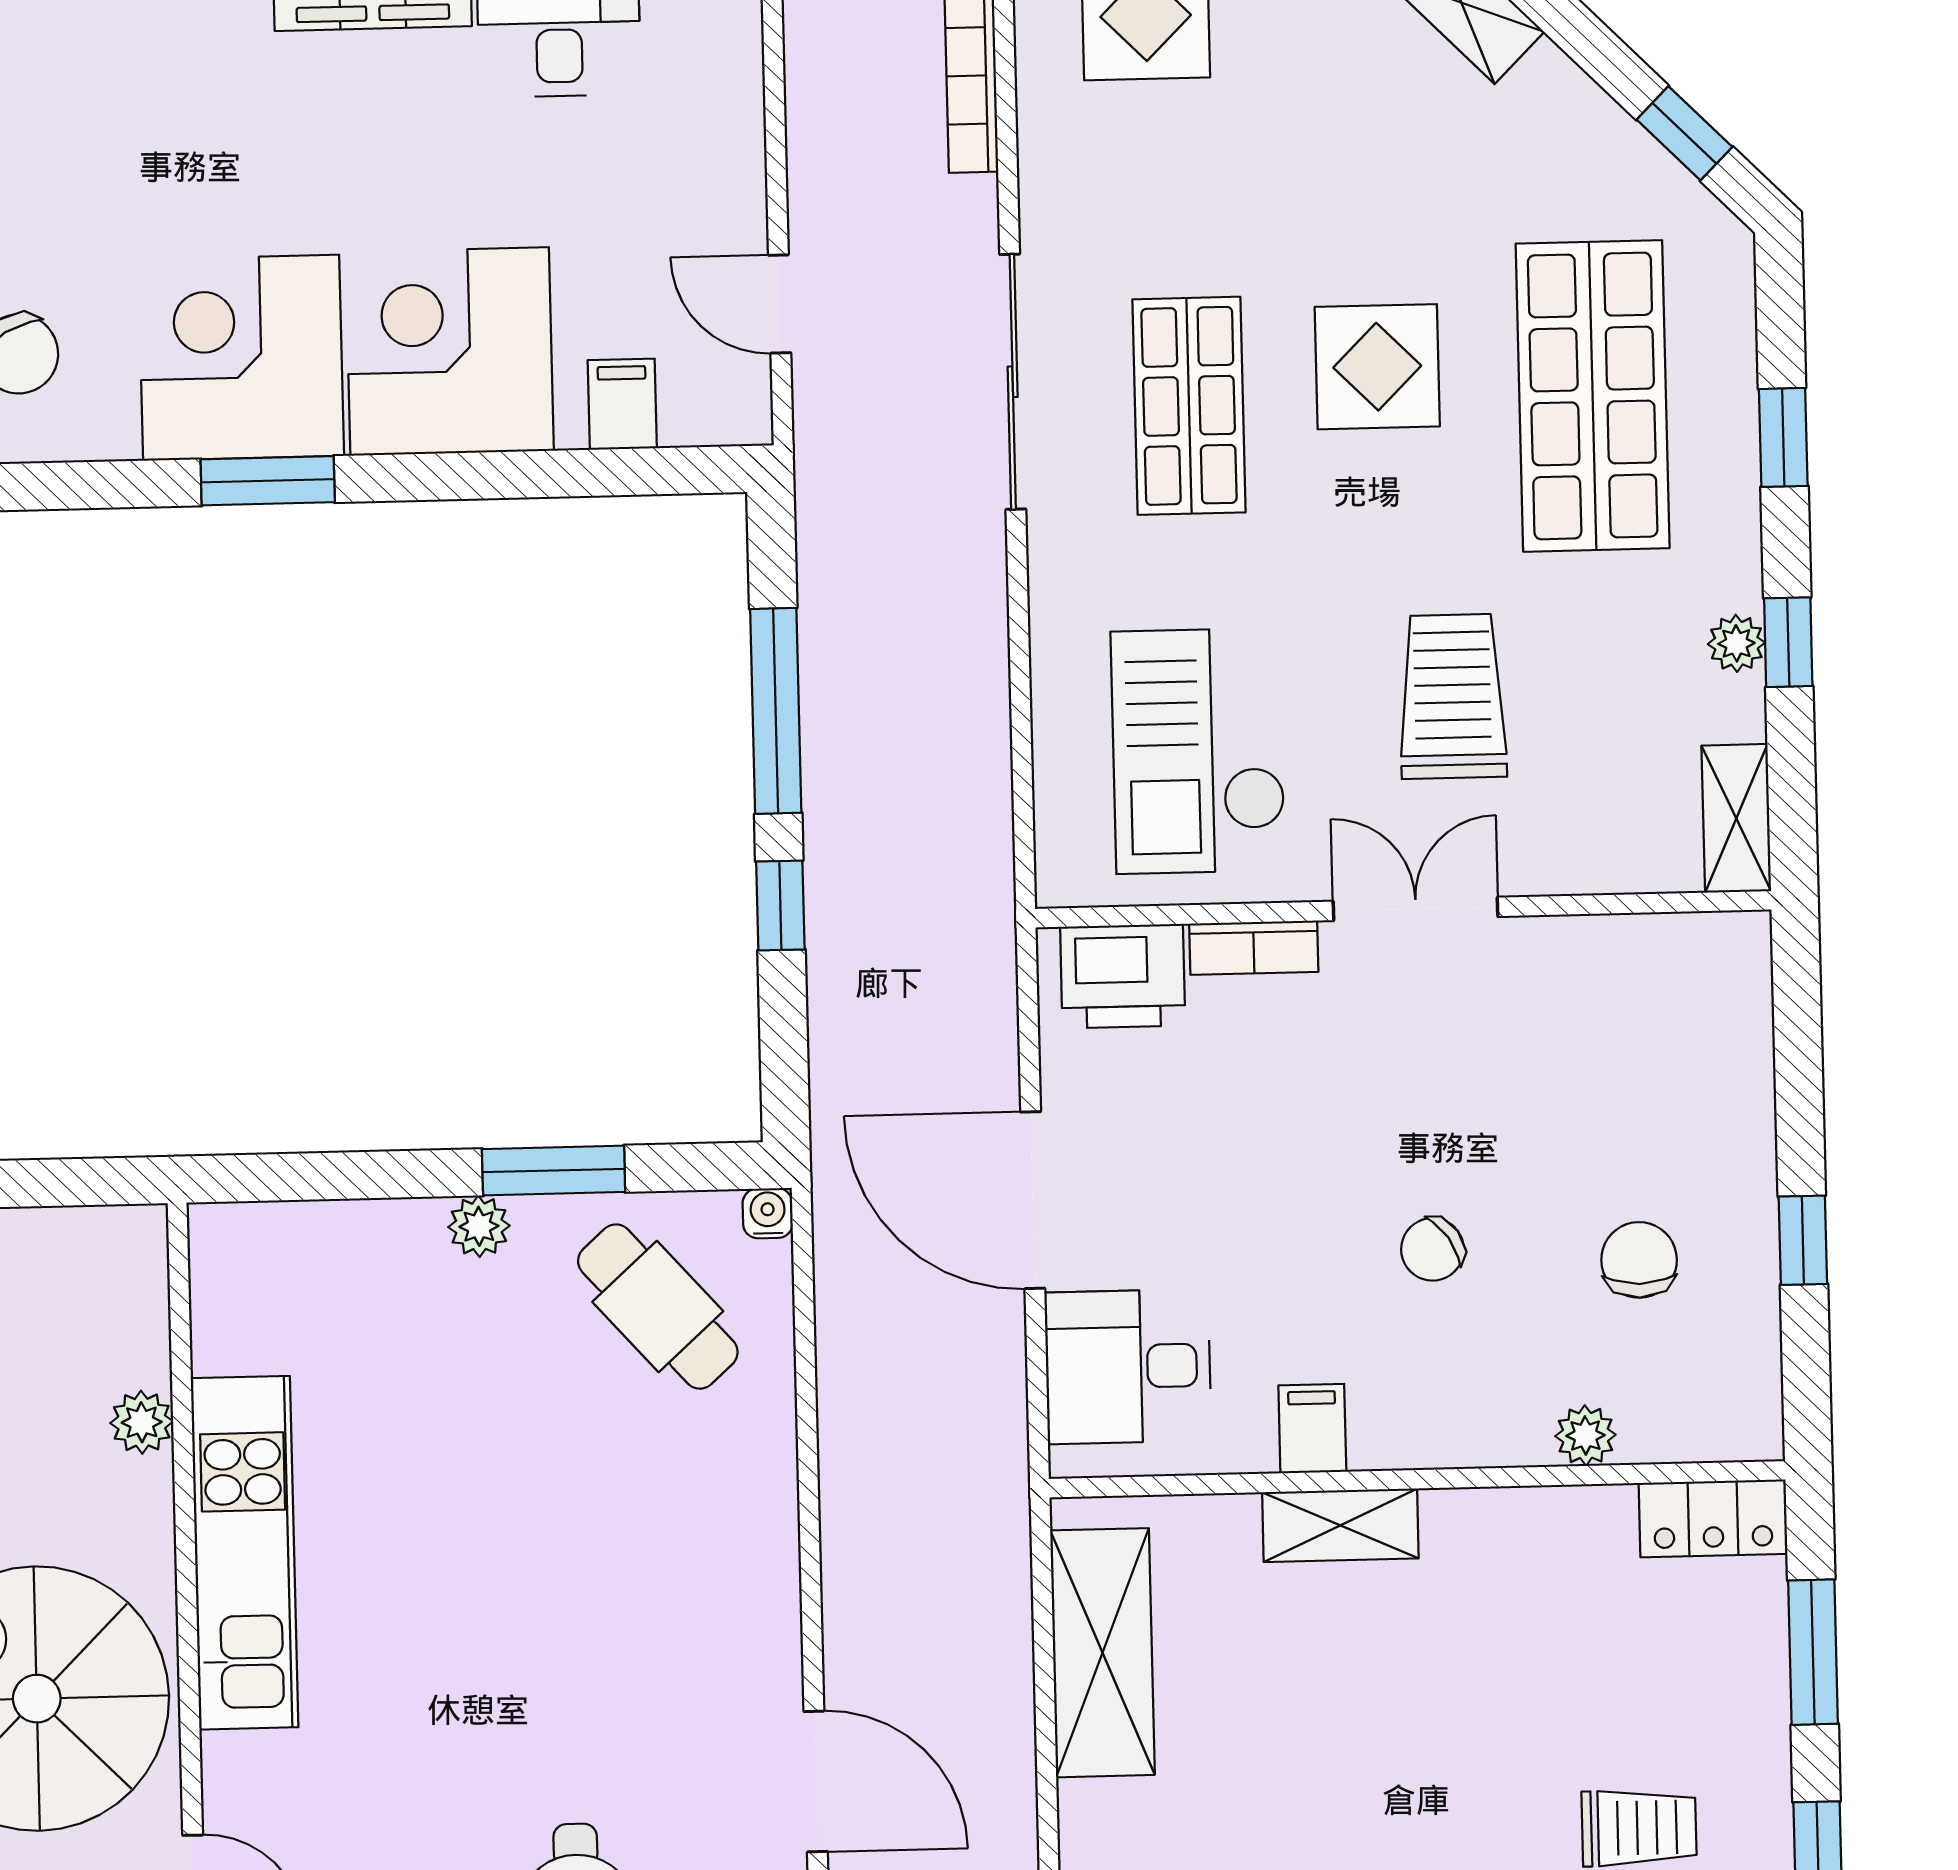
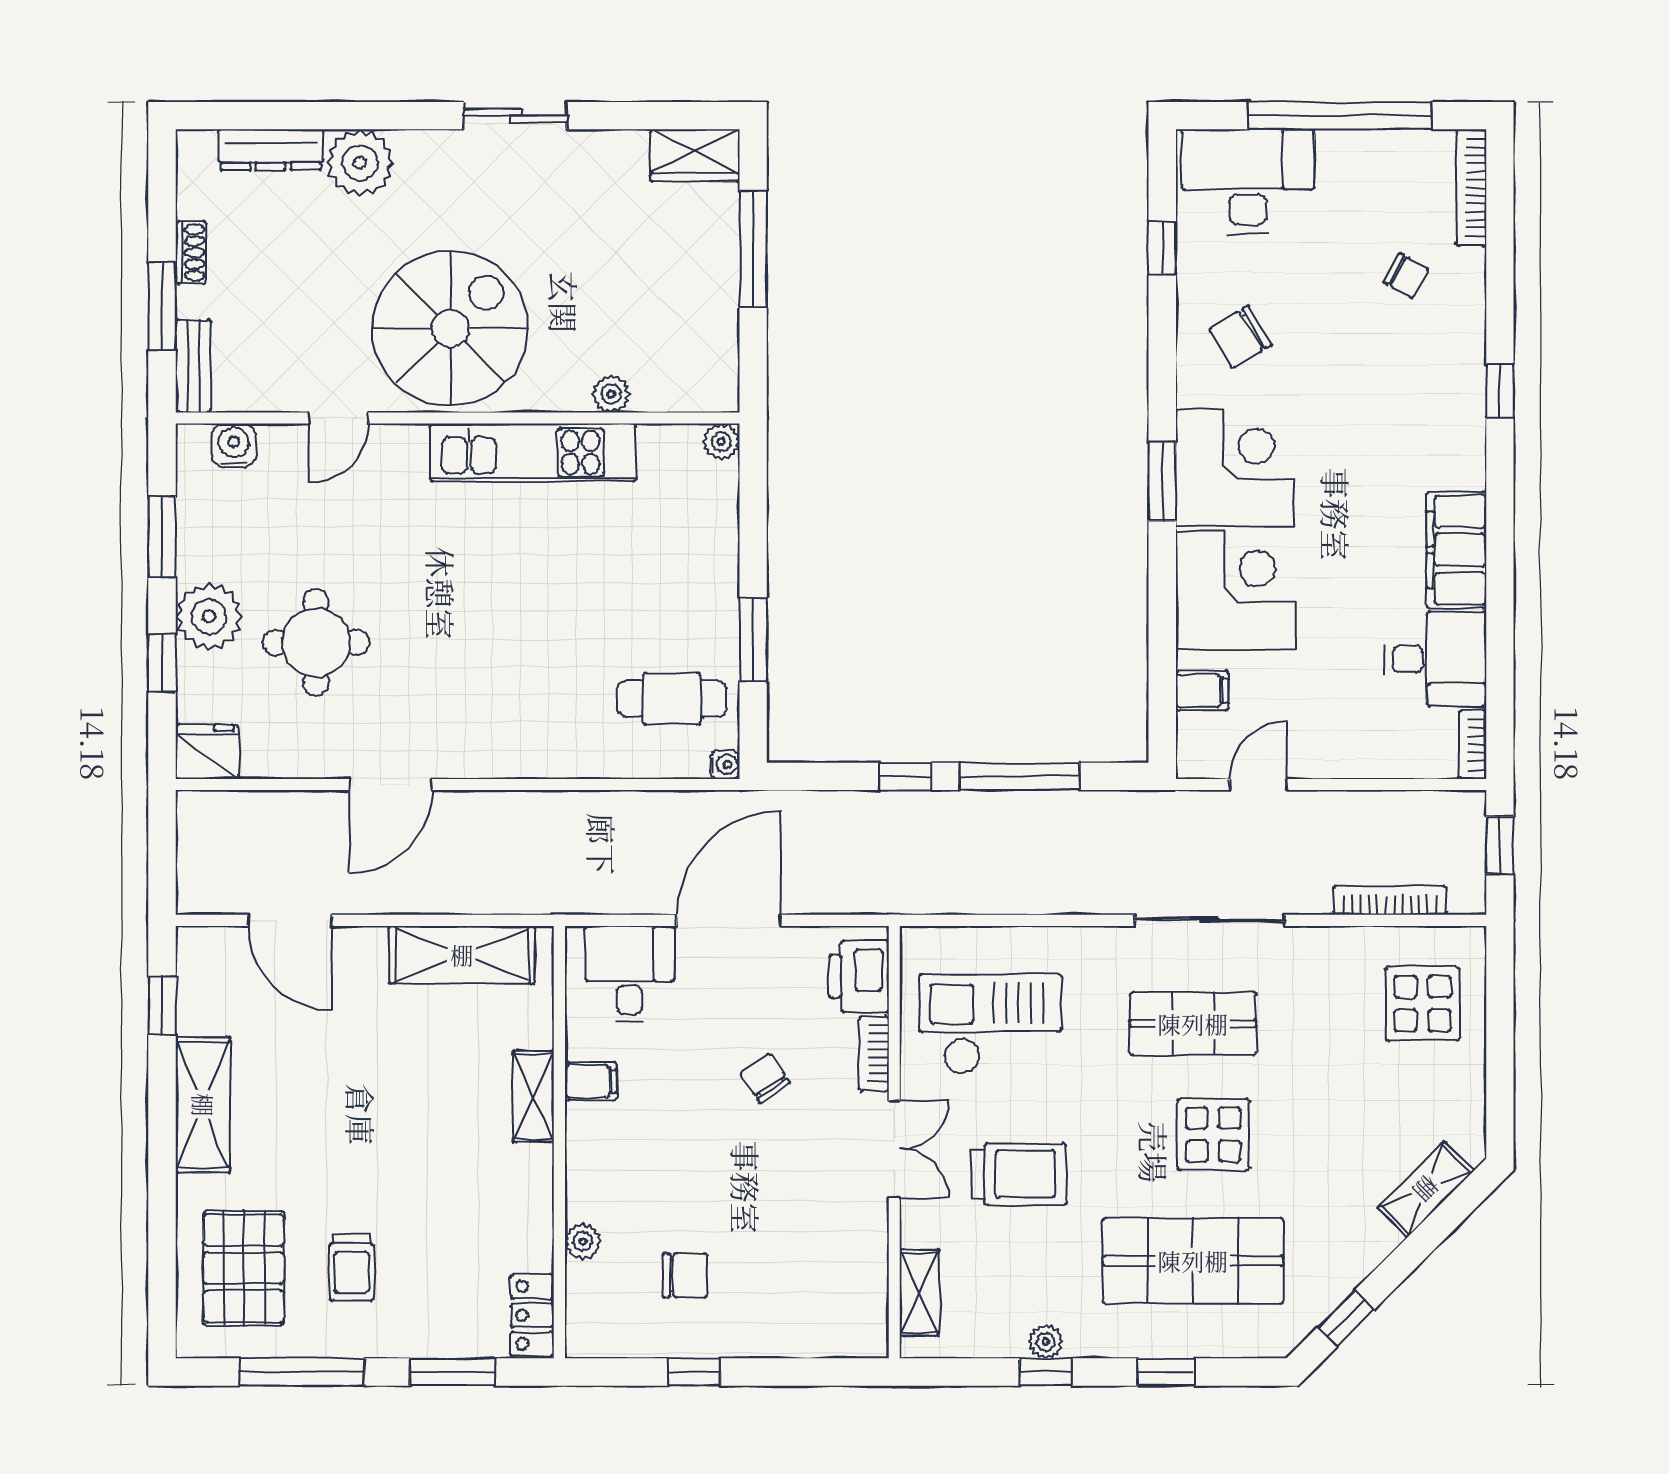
shelving: (1736, 818) -> (919, 1293), moved, turned 90
plant: (479, 1226) -> (721, 442), moved
chair: (1432, 1249) -> (765, 1078), moved
cafe table: (658, 1307) -> (672, 699), turned 42

